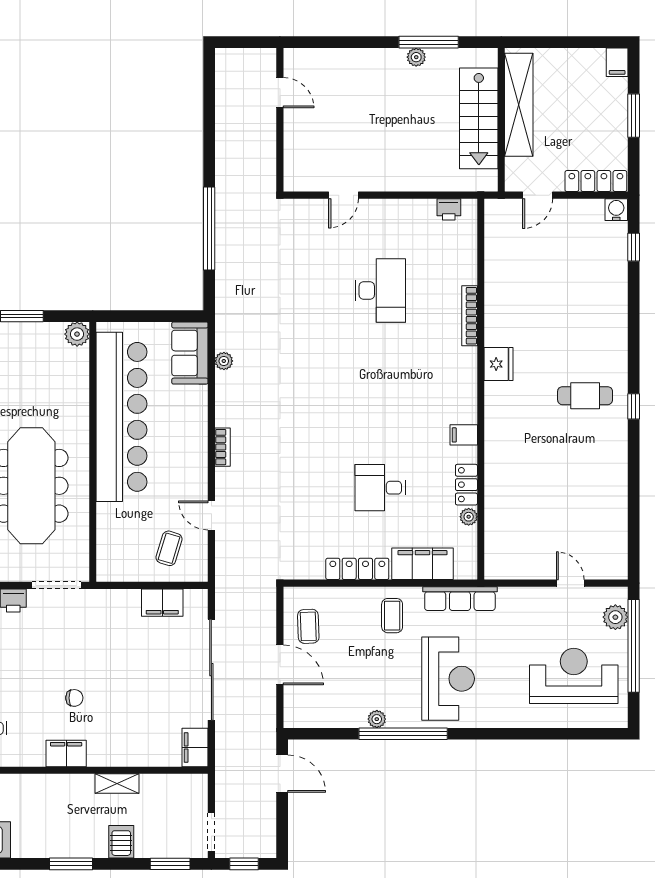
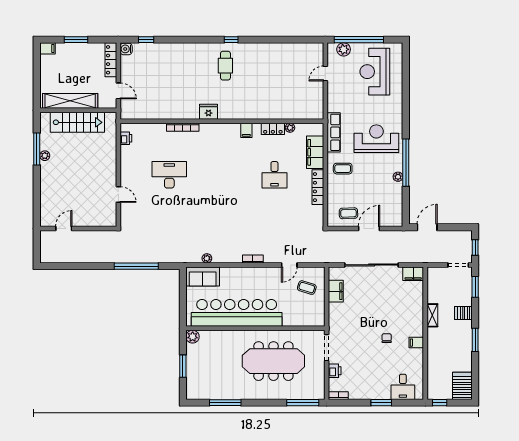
filing cabinet: (66, 753) -> (416, 343), width x0.50

